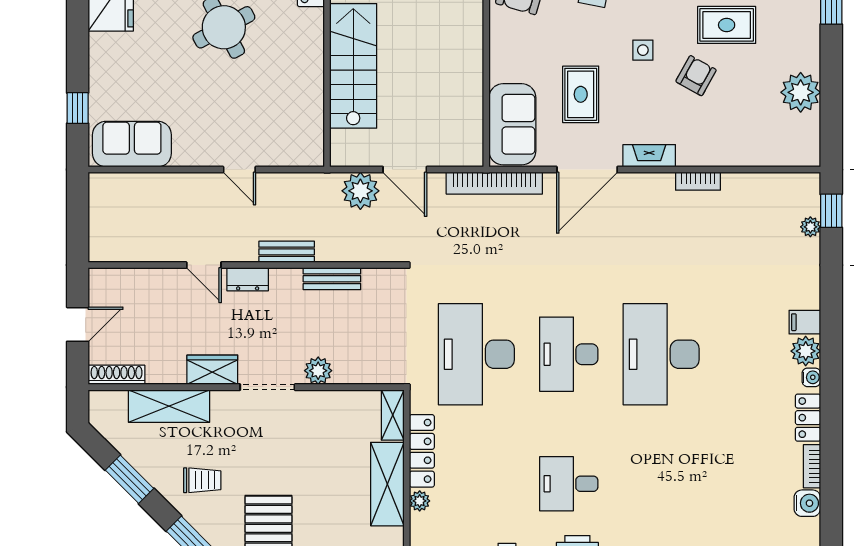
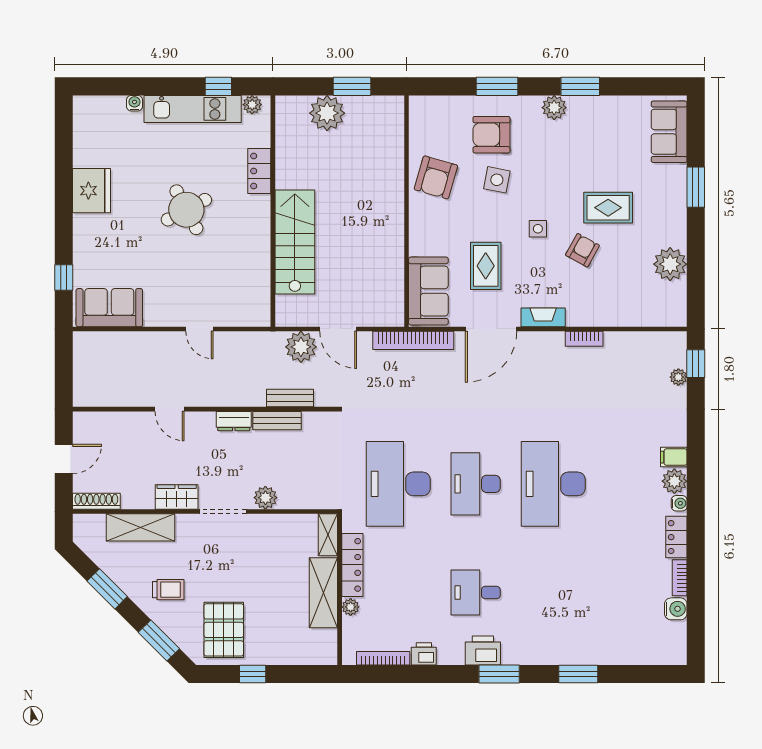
bench: (287, 252) -> (290, 398), moved
dresser: (248, 279) -> (234, 421), moved

